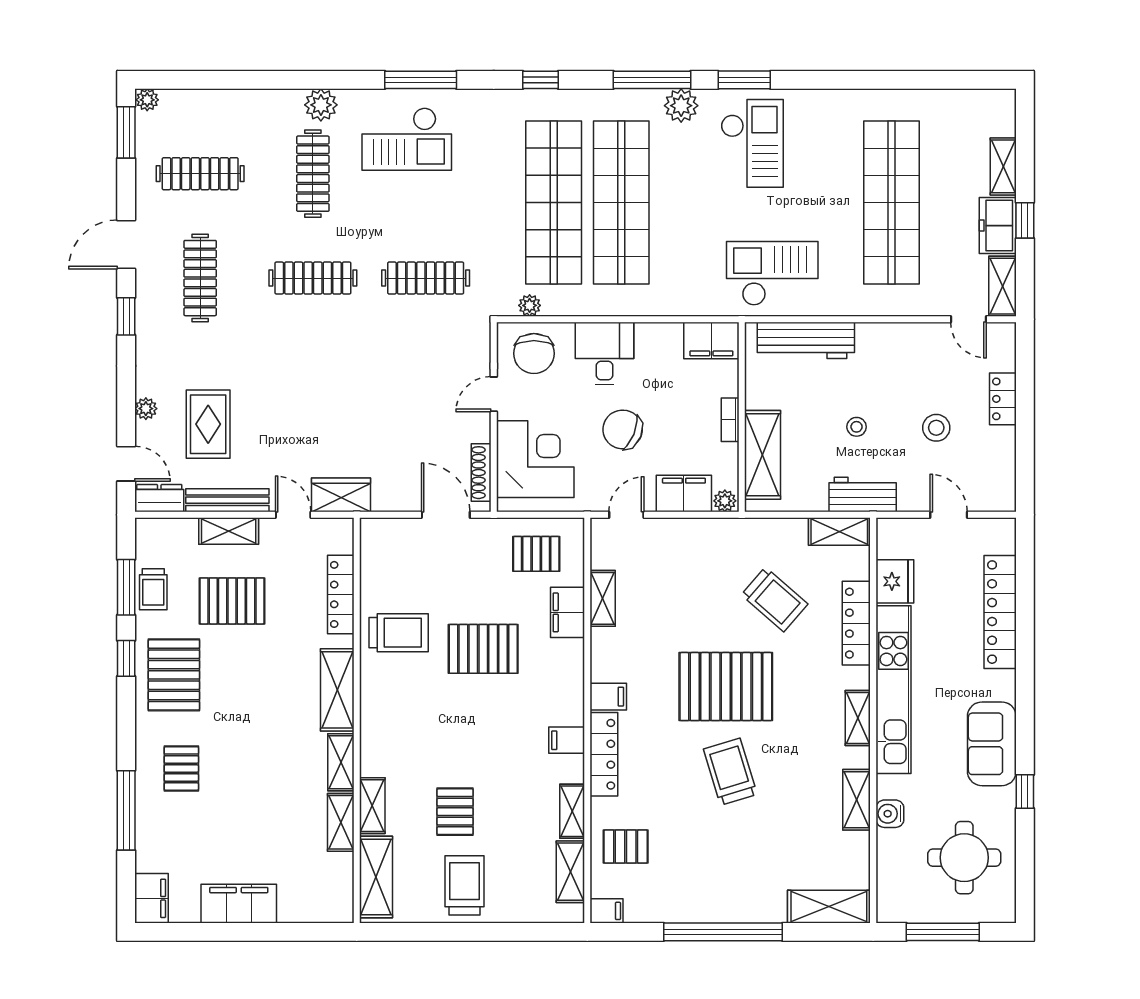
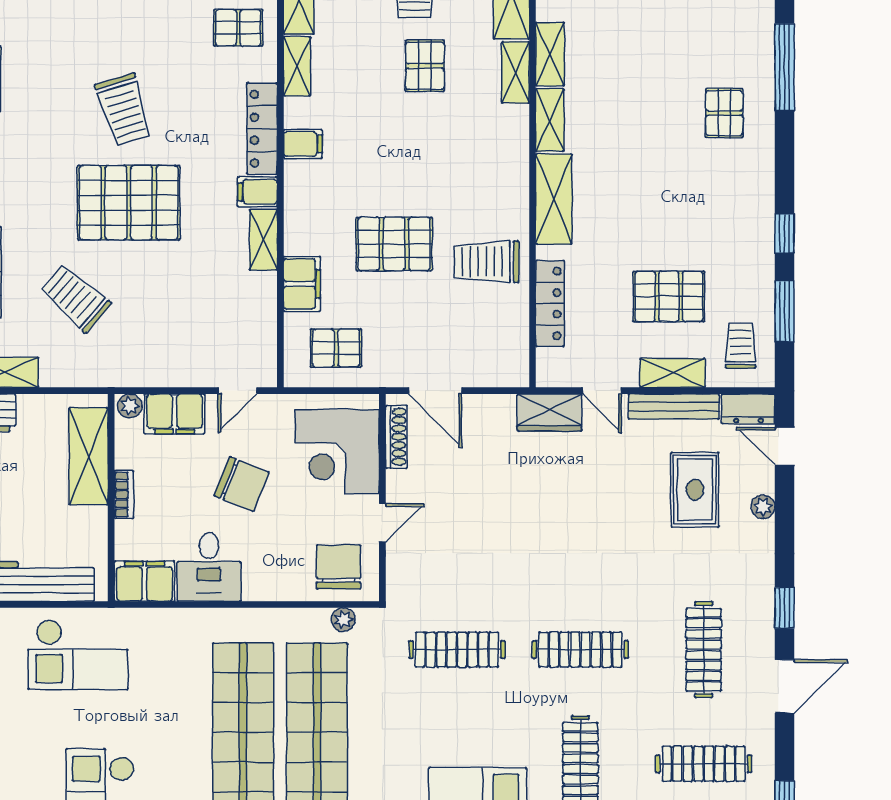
desk: (604, 354) -> (209, 567), moved
trolley: (153, 589) -> (741, 345), moved
shelving: (603, 598) -> (263, 240), moved
pallet: (174, 675) -> (732, 215), removed

